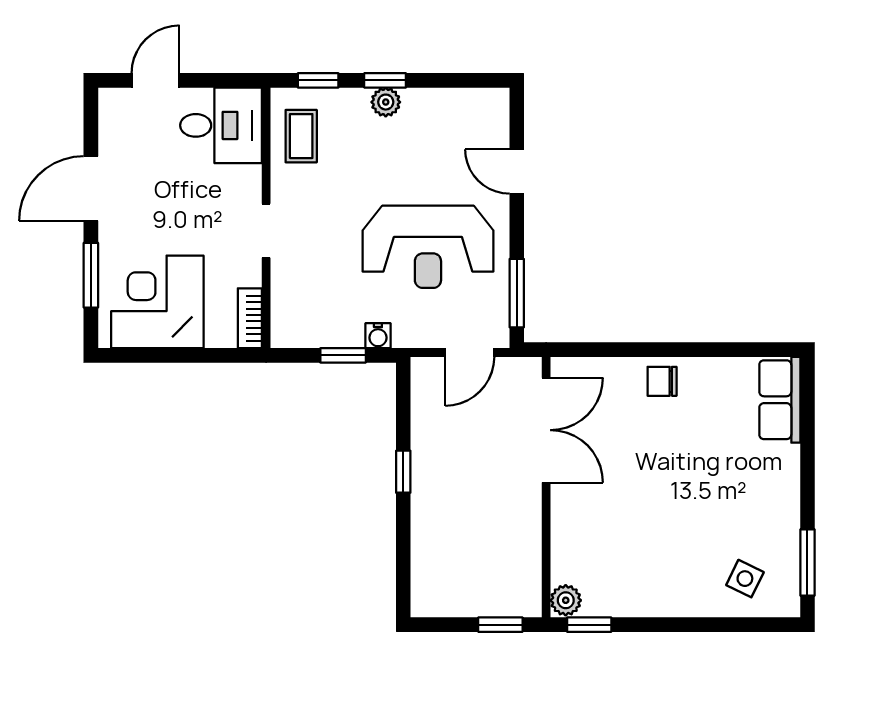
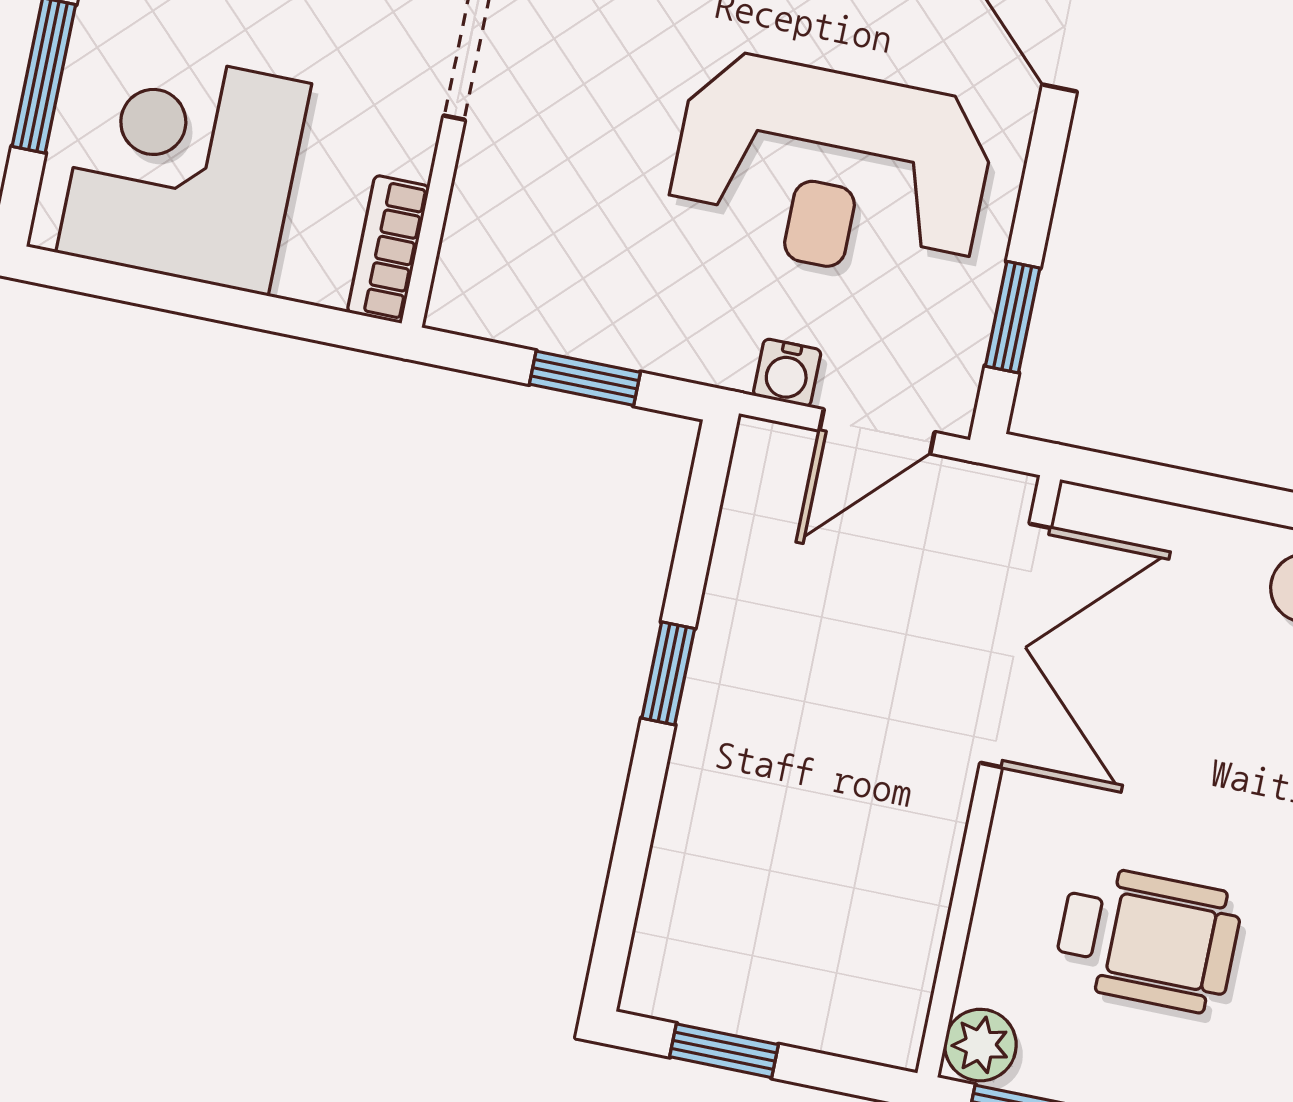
window: (517, 293) -> (1013, 317), width x0.67
water cooler: (378, 336) -> (787, 373), moved
wheelchair: (627, 542) -> (1148, 939), added
window: (500, 625) -> (724, 1051), moved

